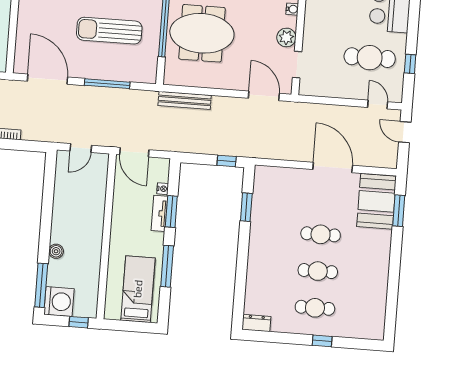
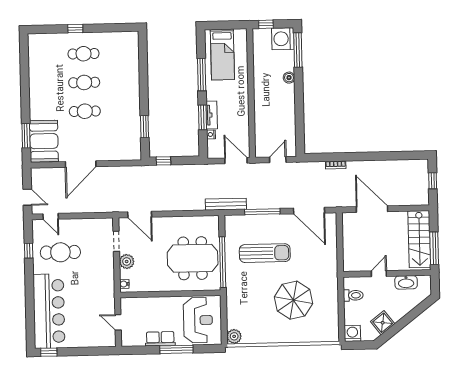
bench: (185, 100) -> (226, 204), moved
door: (333, 167) -> (81, 164), hinge flipped
dresser: (256, 323) -> (128, 37), removed

